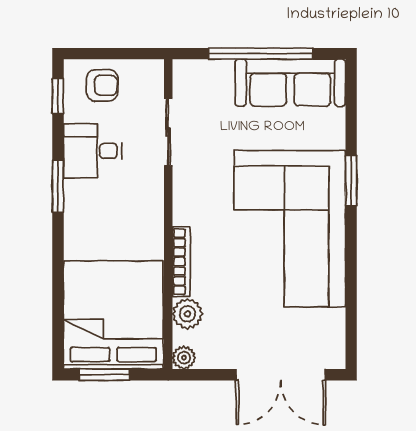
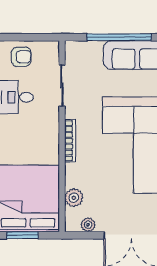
bookcase: (181, 262) -> (70, 141), moved
plant: (184, 358) -> (88, 225), moved

